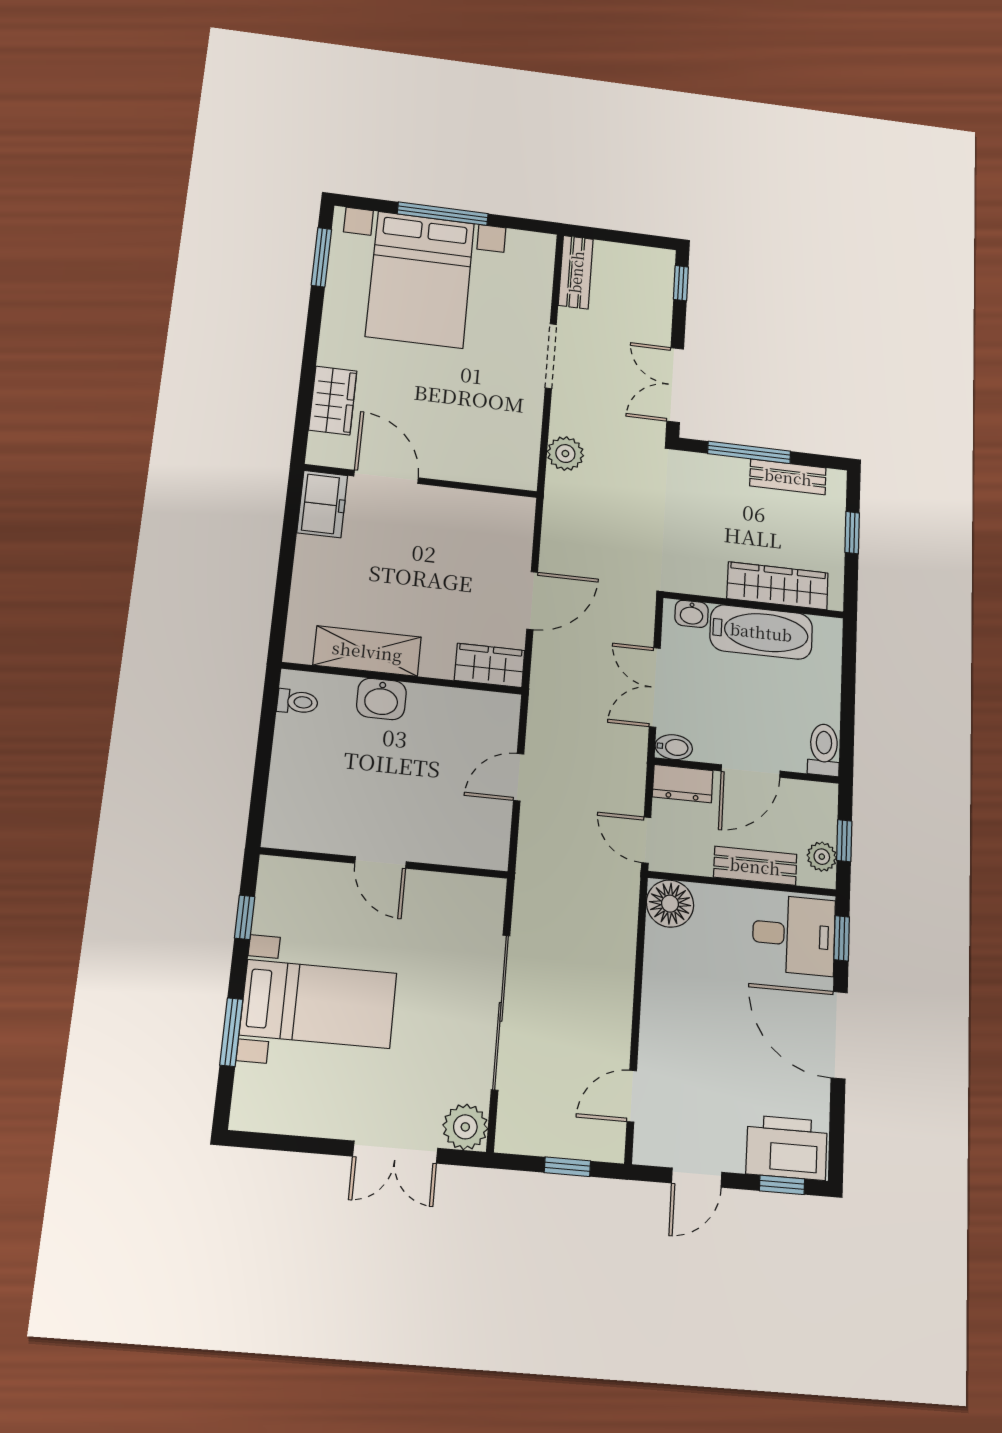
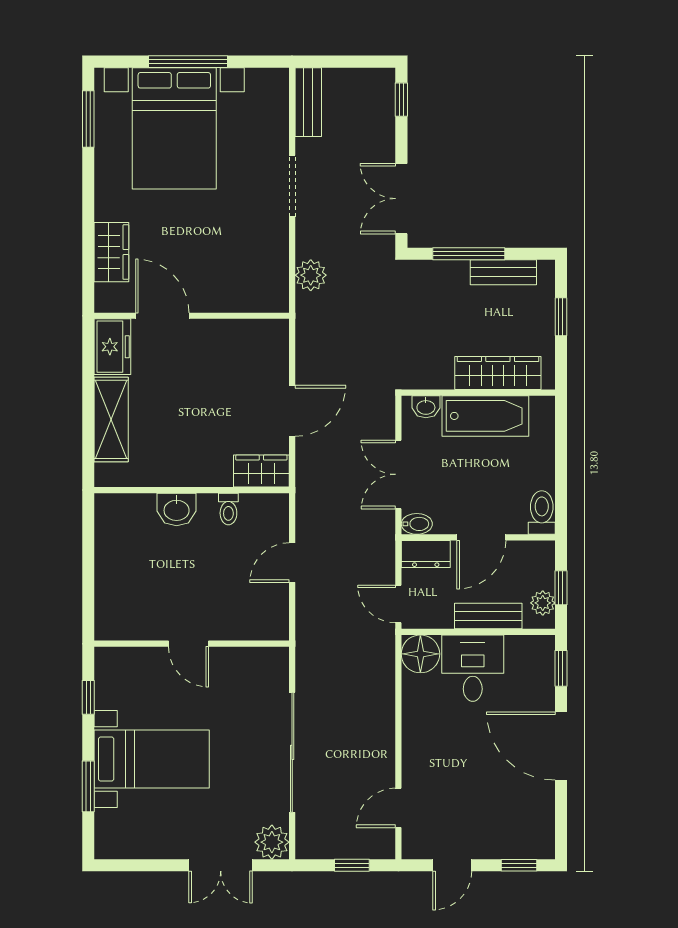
shelving: (367, 651) -> (111, 419), moved, turned 90
toilet: (297, 702) -> (228, 509), moved, turned 90
desk: (794, 935) -> (473, 668), moved, turned -90
printer: (787, 1148) -> (522, 837), removed

